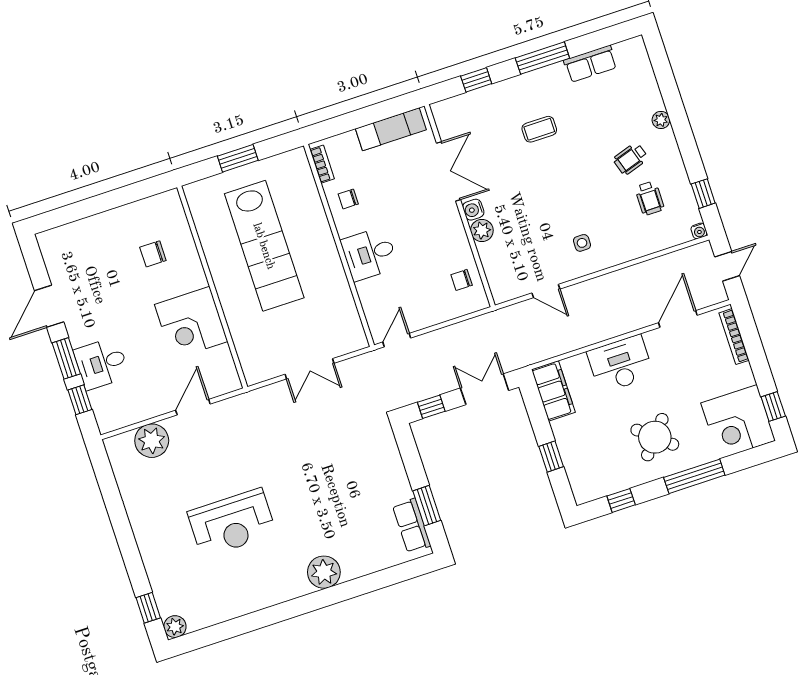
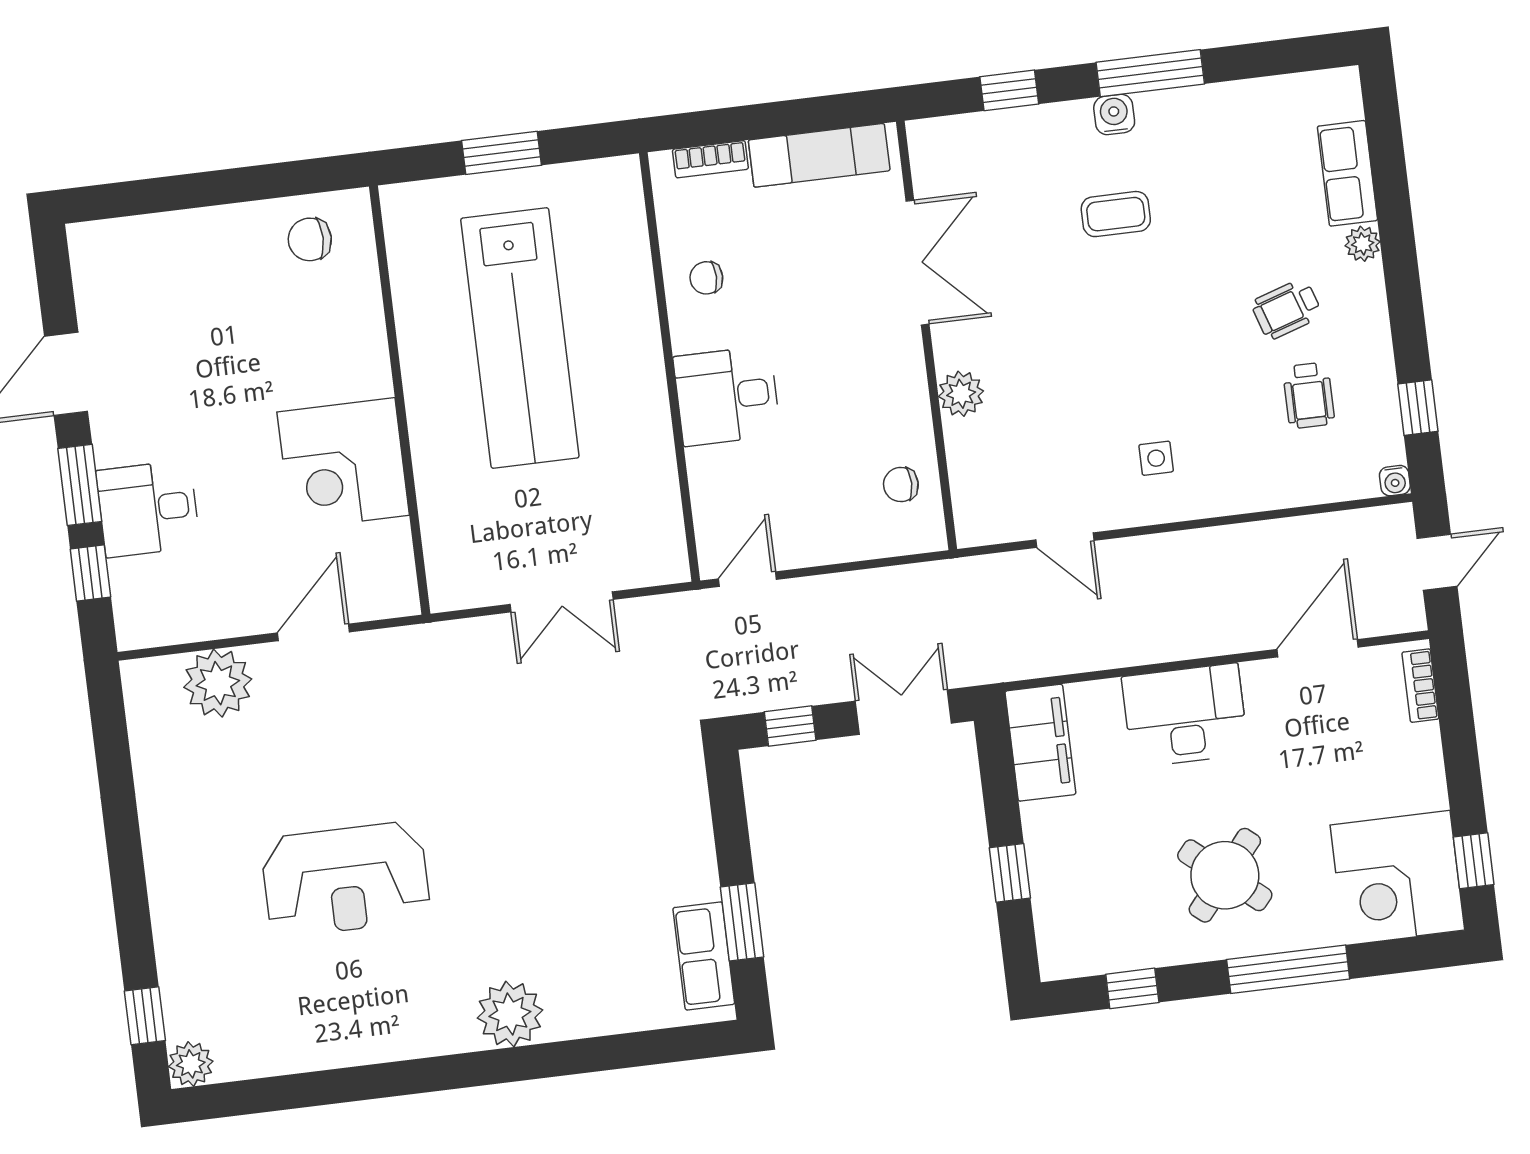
row of seats: (590, 64) -> (1347, 173), moved, turned 90
bookcase: (322, 164) -> (710, 159), moved, turned 90
water cooler: (473, 210) -> (1114, 115), moved, turned 90
chair: (153, 254) -> (310, 239), moved
bookcase: (734, 337) -> (1420, 686), width x0.64

